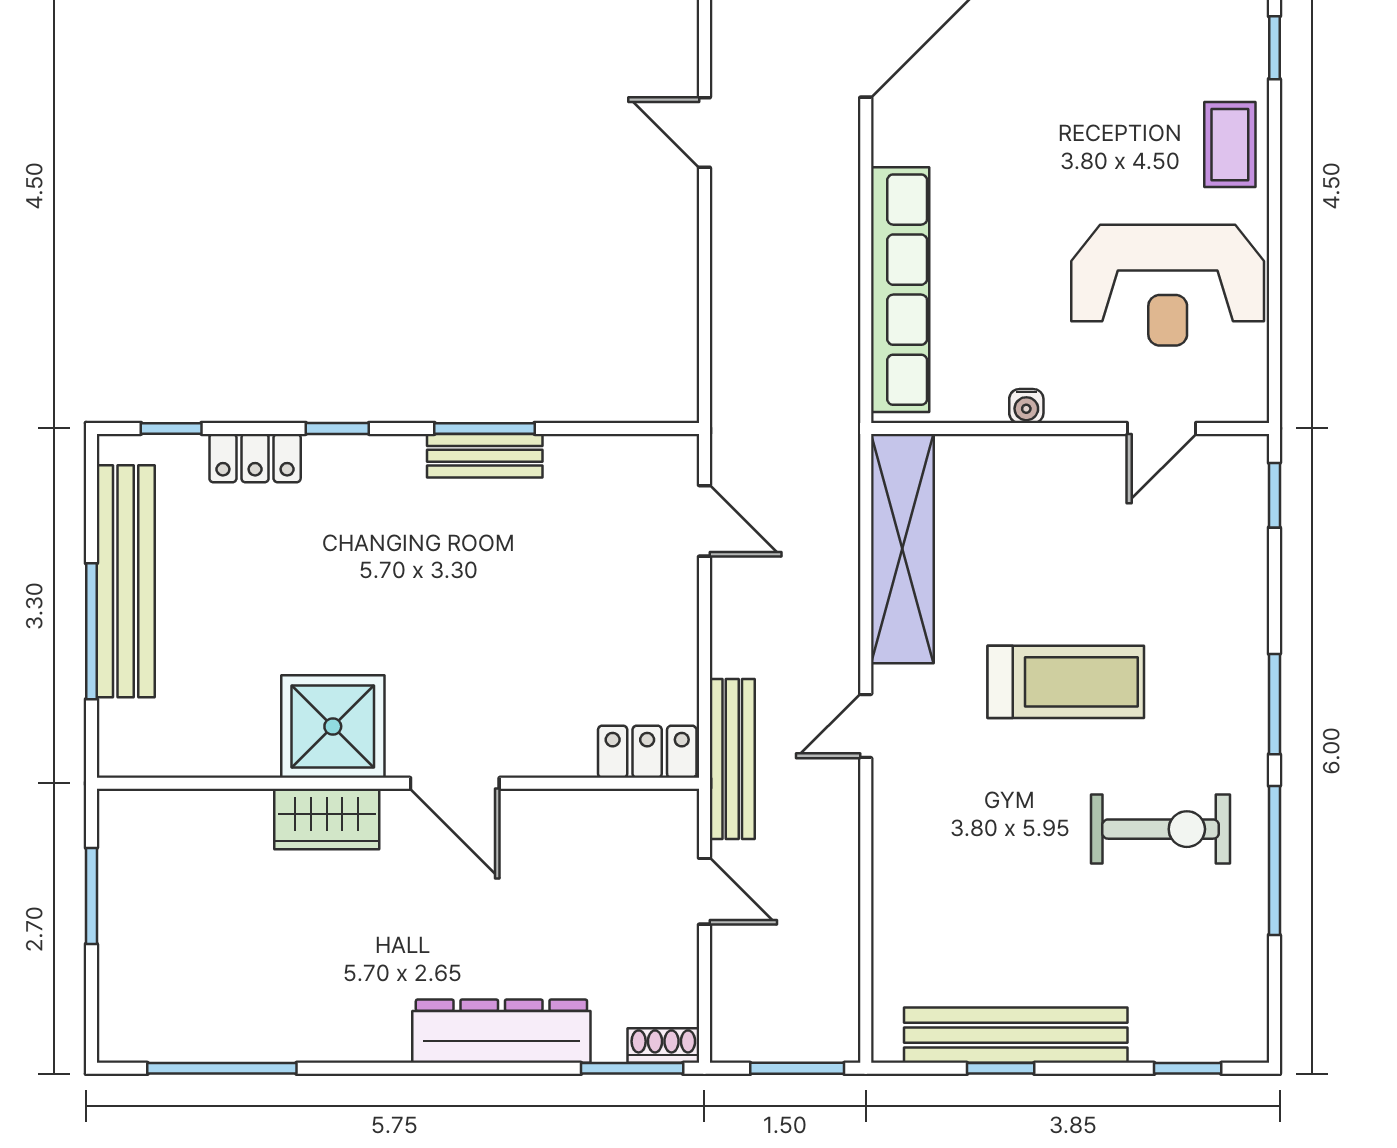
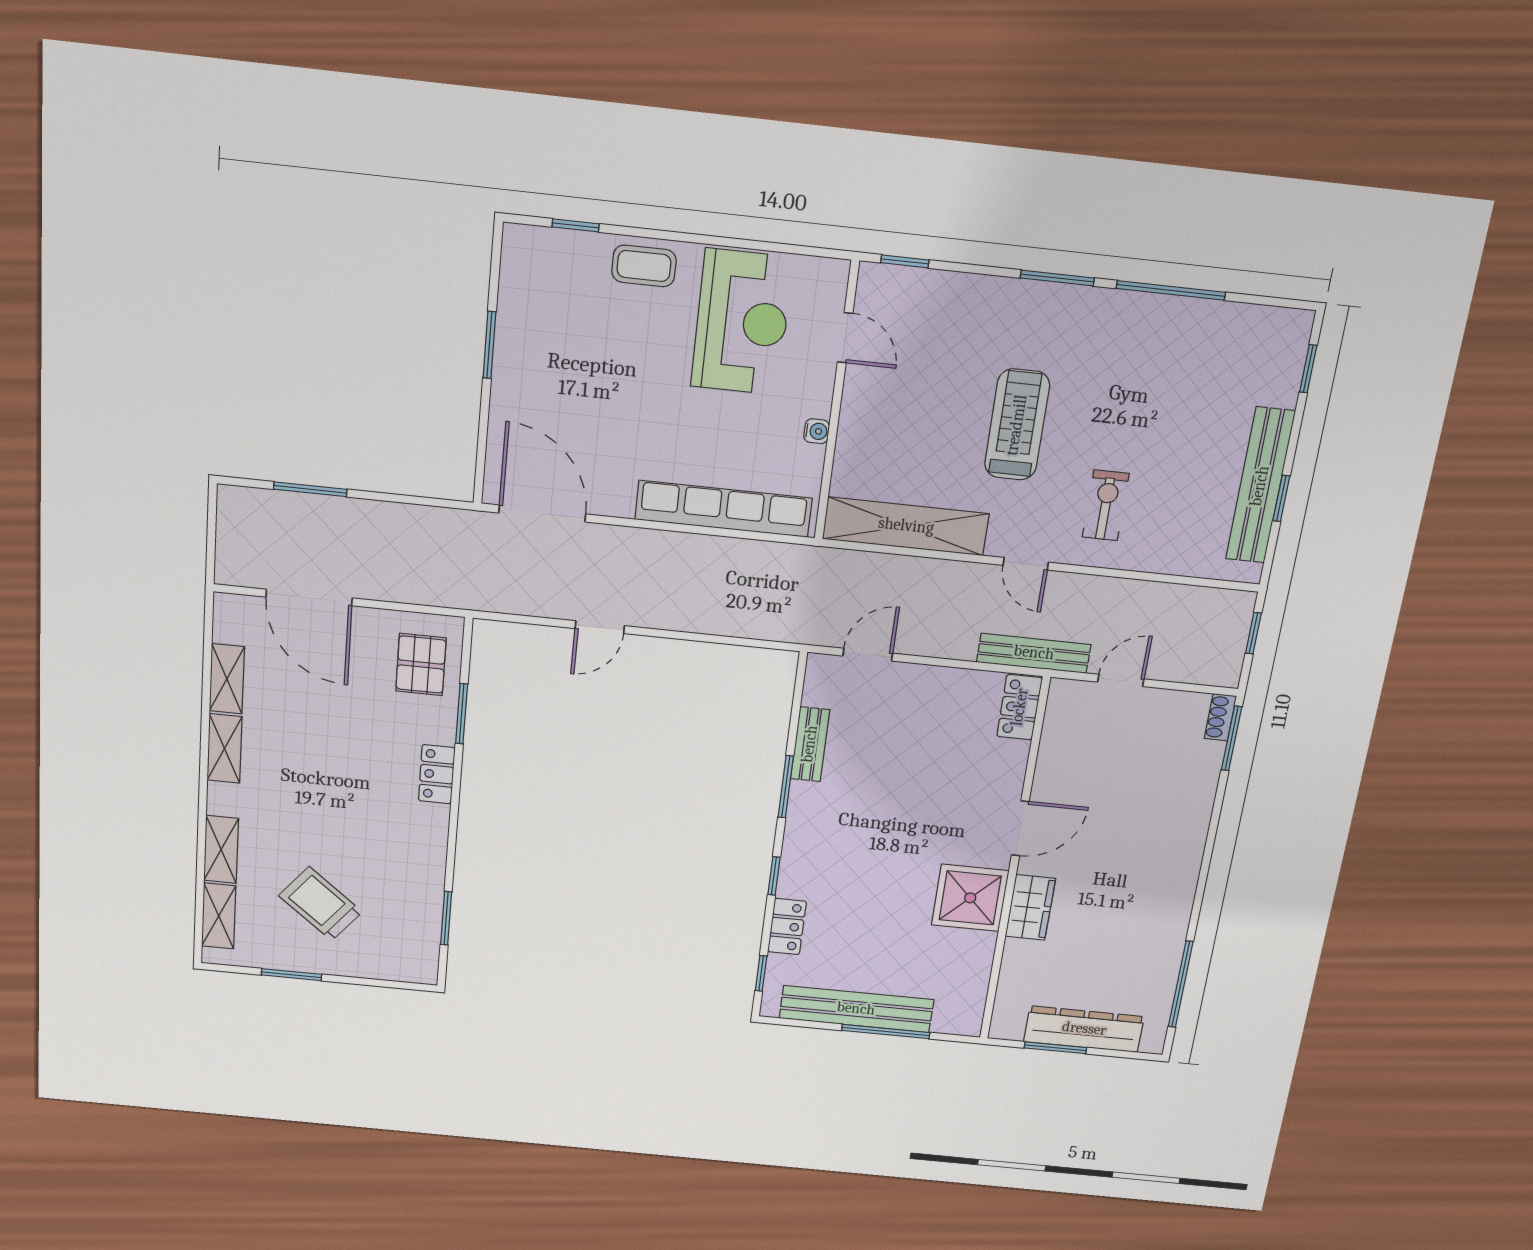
bench: (485, 456) -> (810, 744), moved
exercise bike: (1161, 829) -> (1106, 505), moved, width x0.73, depth x0.72
dresser: (501, 1031) -> (1084, 1029), moved, turned 90
window: (797, 1068) -> (1253, 633), width x0.67

